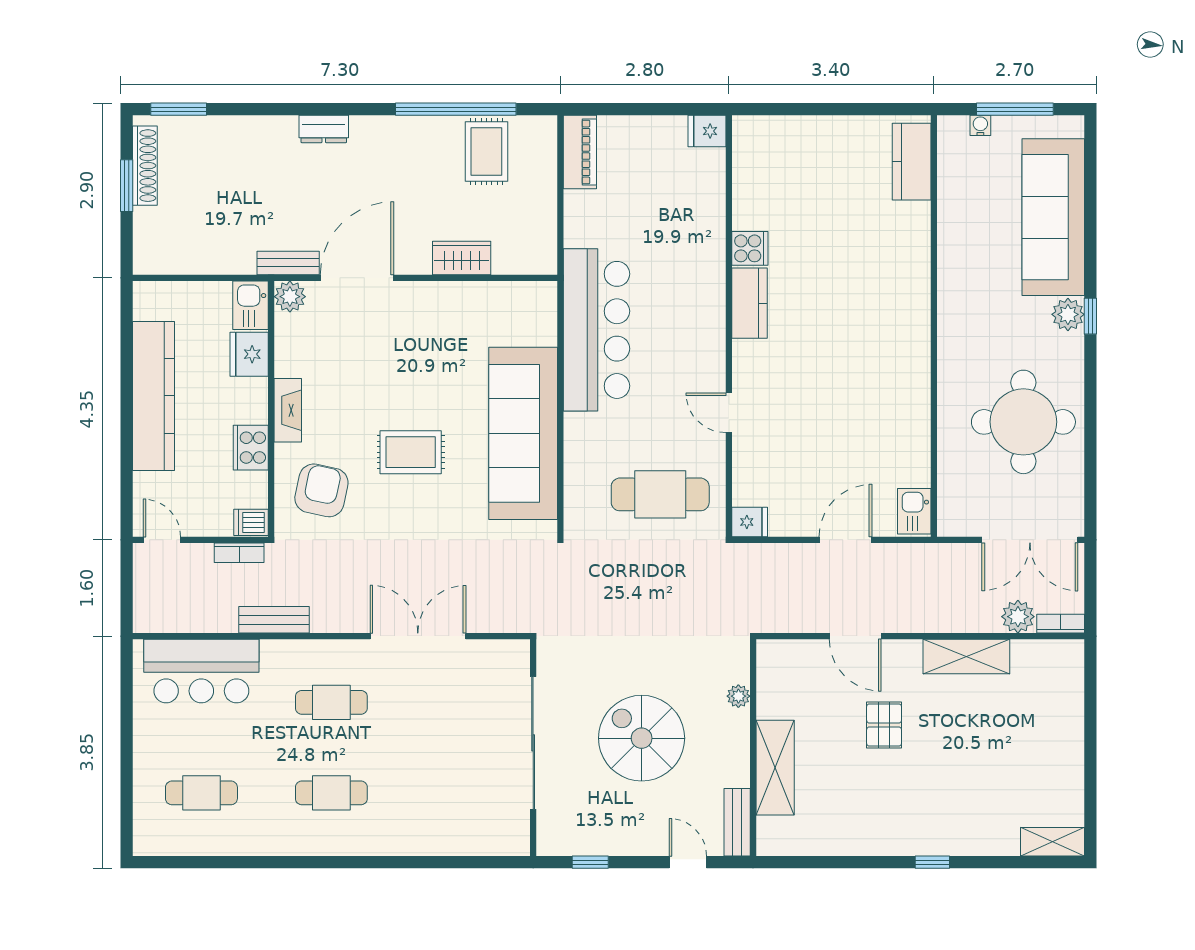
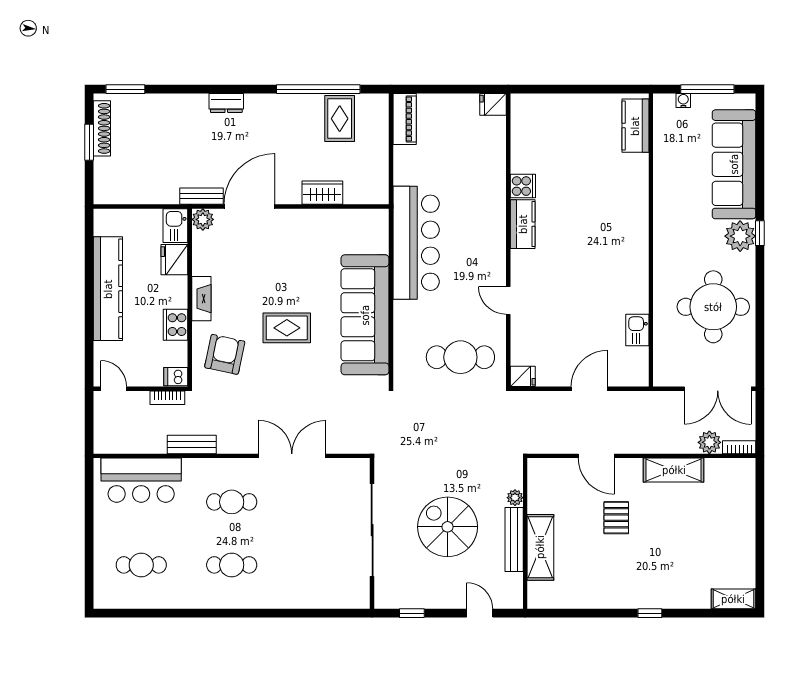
plant: (1068, 314) -> (740, 236), width x1.36, depth x1.36
kitchen sink: (914, 511) -> (637, 330), moved
bench: (737, 822) -> (514, 539), moved, width x1.36

